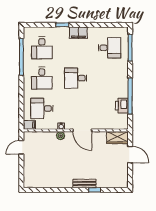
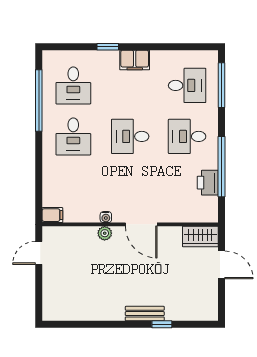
desk: (42, 108) -> (187, 136), moved

